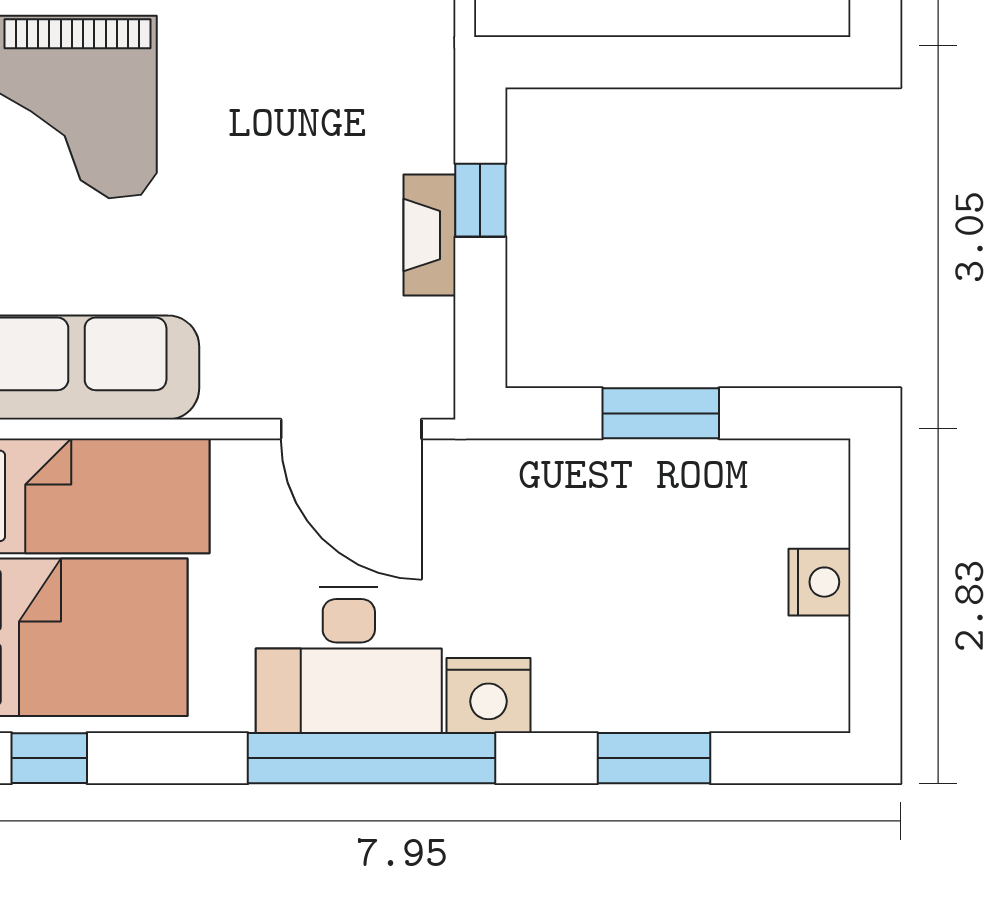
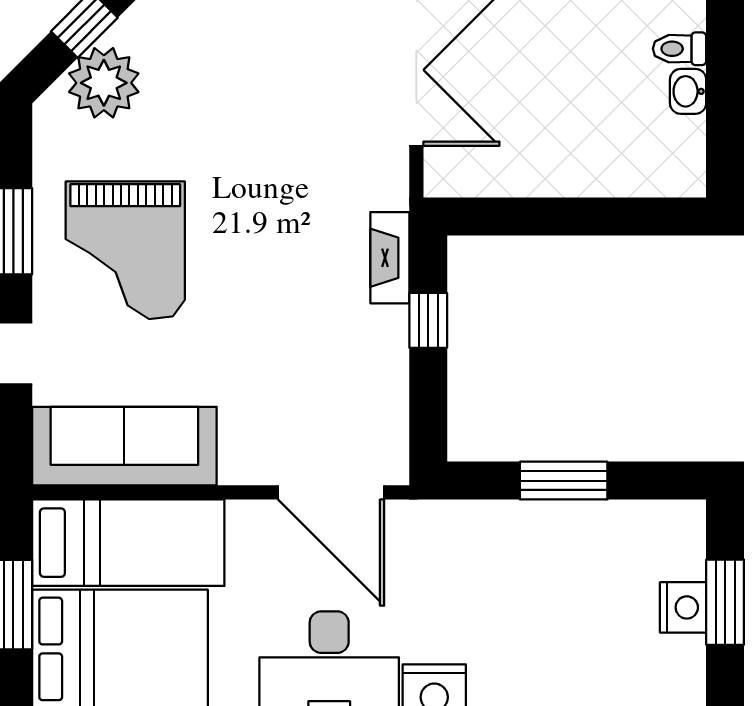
fireplace: (429, 235) -> (390, 258), moved
window: (875, 575) -> (725, 602), added

